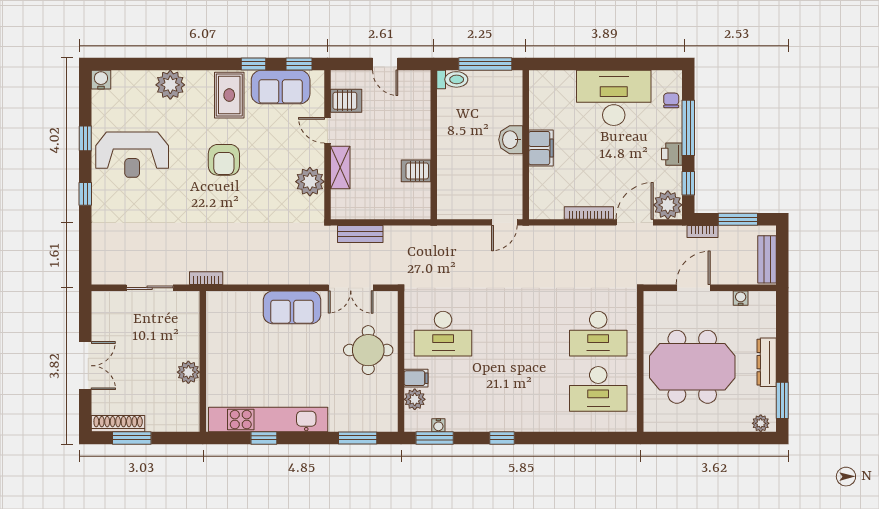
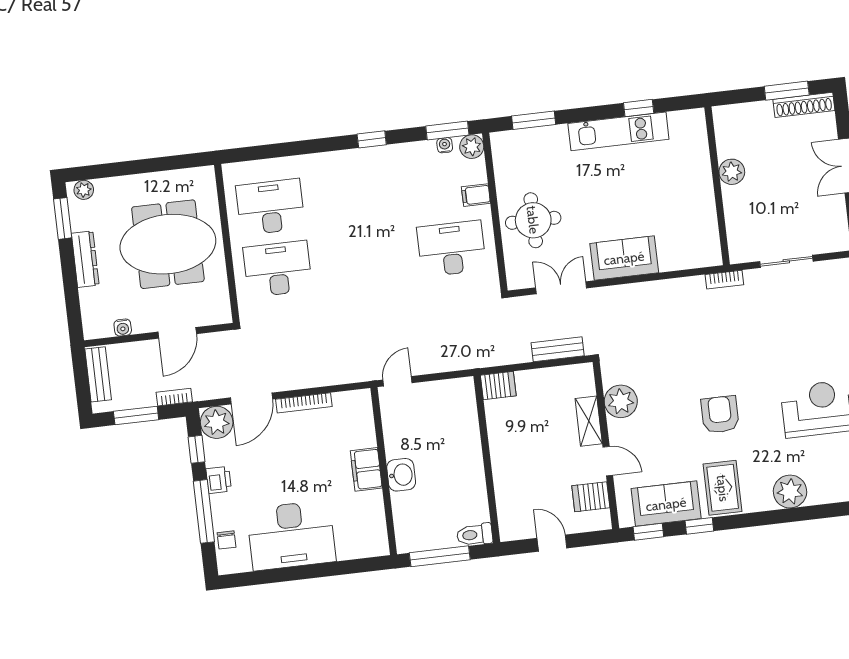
server rack: (416, 171) -> (498, 385), moved
plant: (415, 399) -> (472, 147), moved
kitchen unit: (268, 420) -> (618, 131), width x0.73

